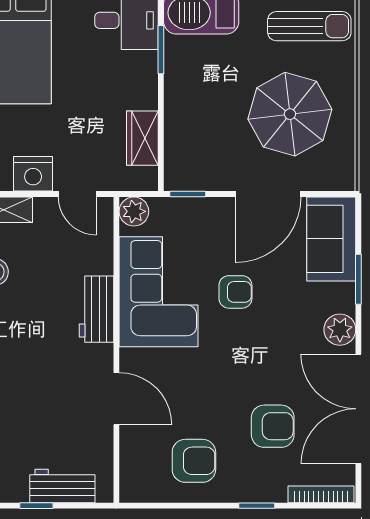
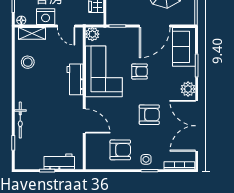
armchair: (273, 426) -> (149, 115), moved
side table: (249, 481) -> (146, 159), added

